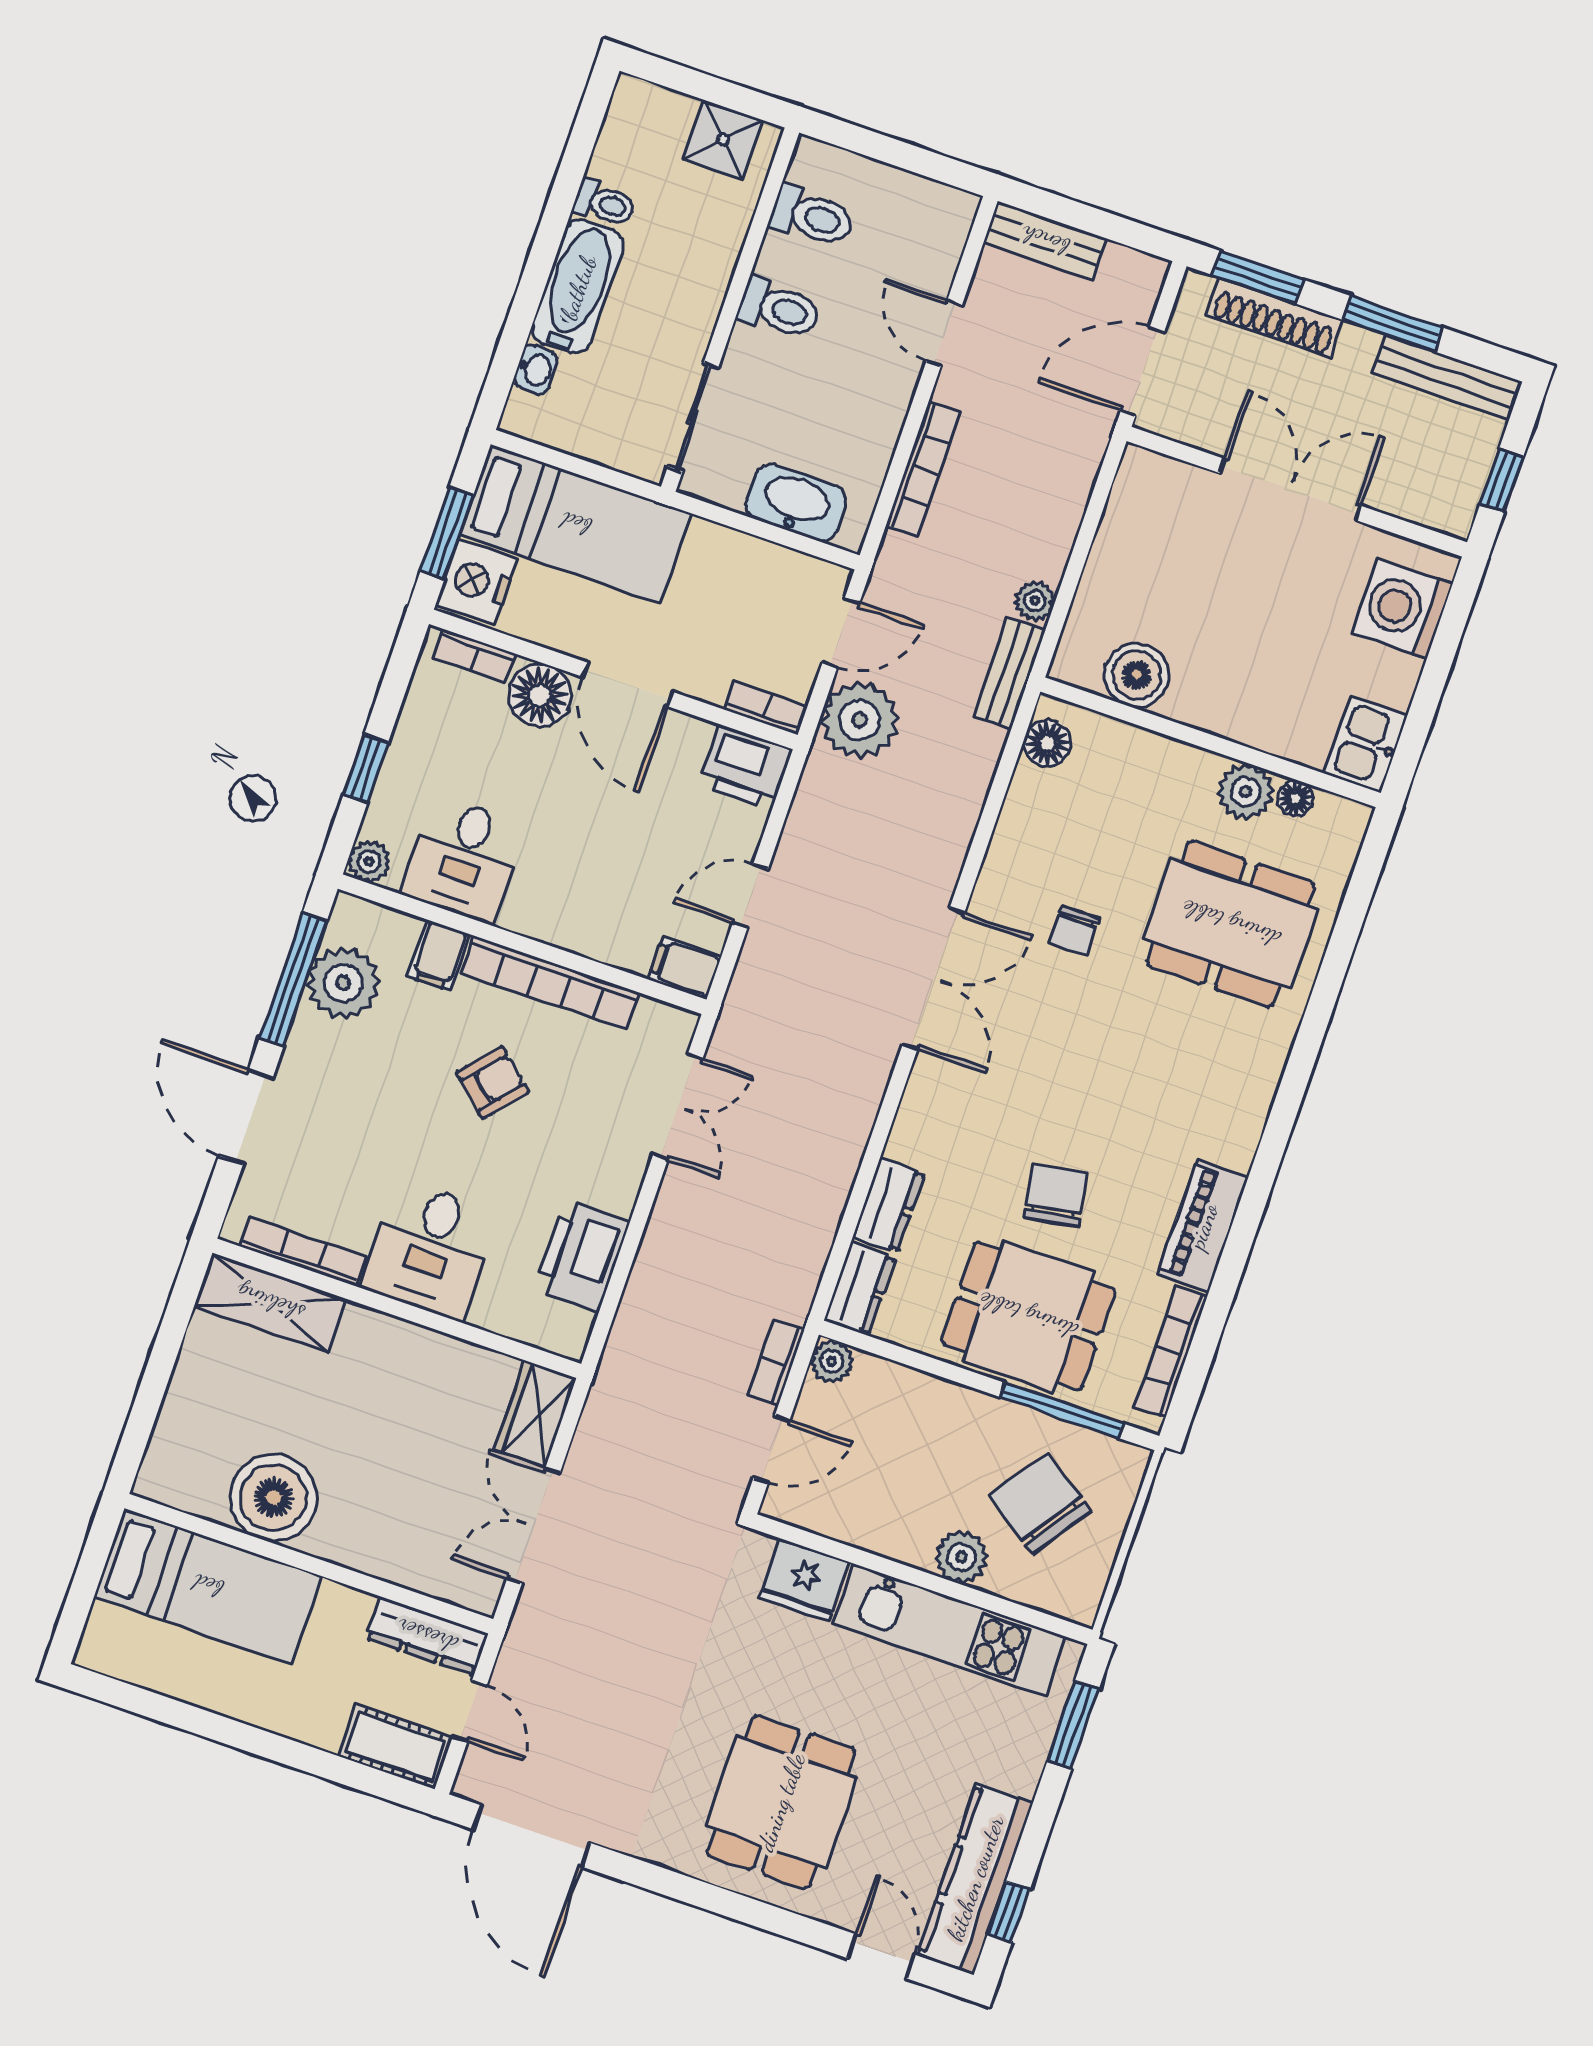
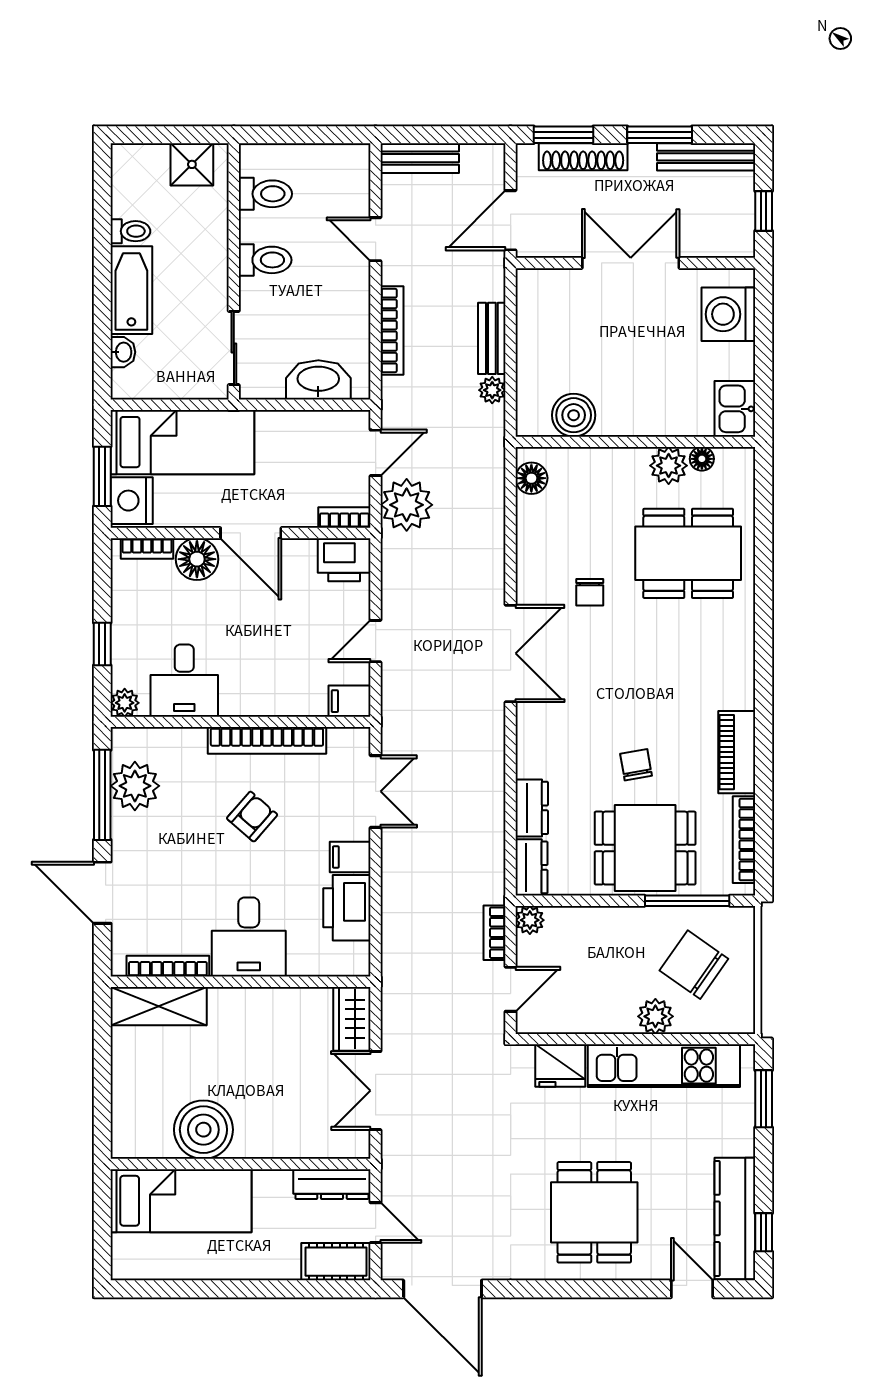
bench: (1009, 673) -> (492, 338), moved
filing cabinet: (439, 955) -> (350, 857), moved, turned 90
chair: (1056, 1195) -> (636, 765), width x0.73, depth x0.73

